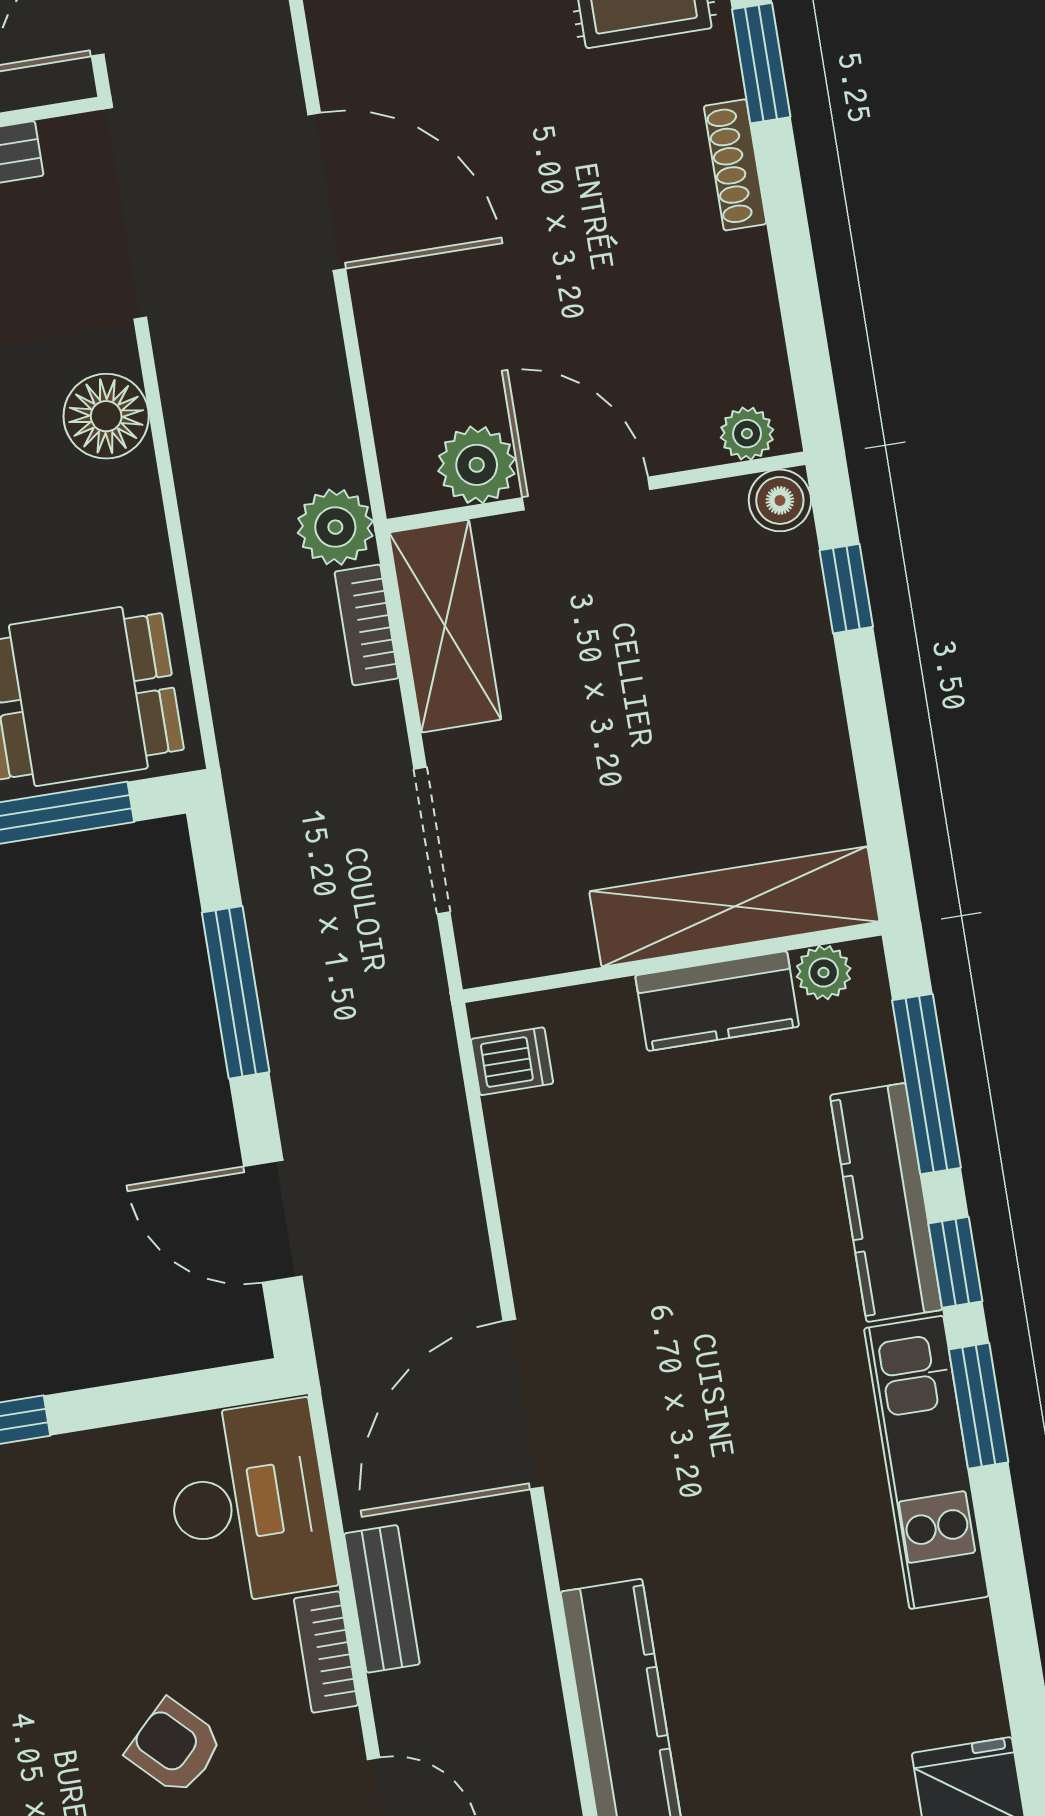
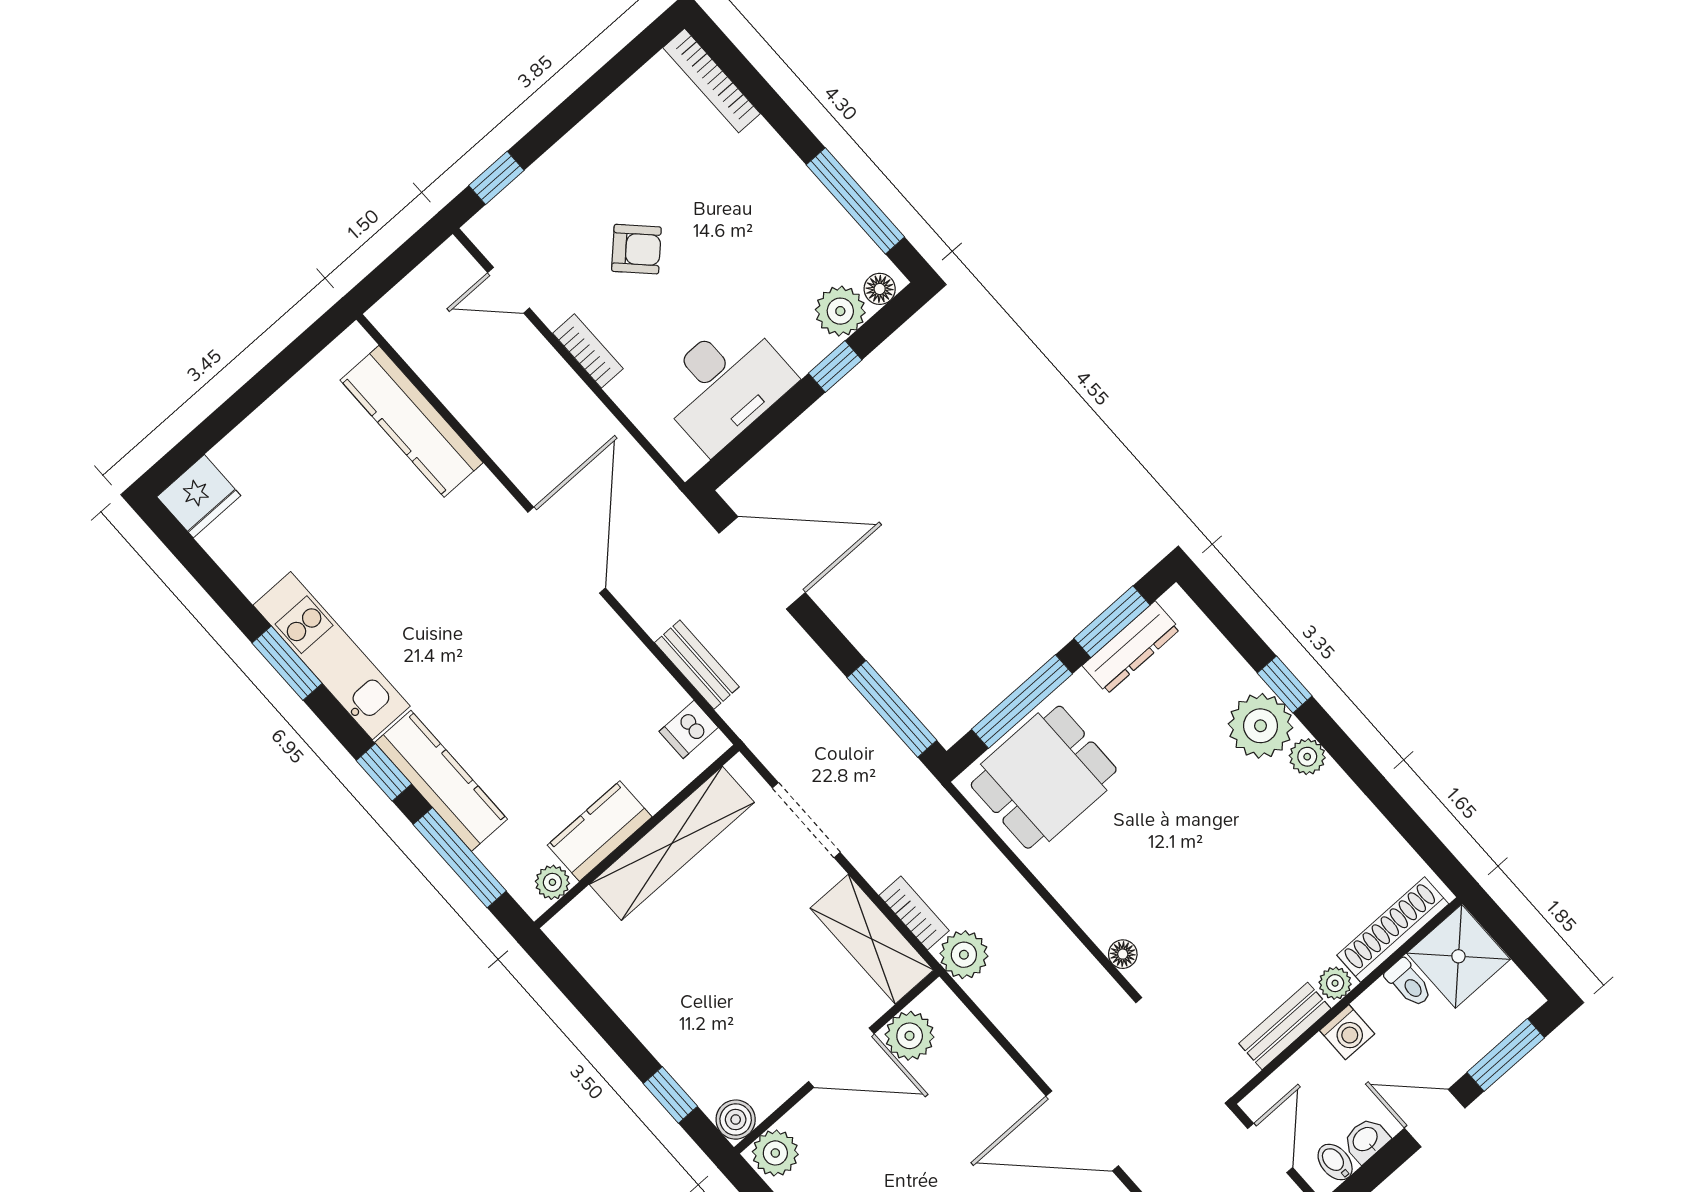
floor lamp: (106, 416) -> (1123, 954), width x0.53, depth x0.53
plant: (747, 434) -> (775, 1153), width x1.38, depth x1.38
shelving: (734, 907) -> (672, 843), moved
window: (236, 992) -> (892, 709), moved
door: (273, 1221) -> (762, 563), width x1.36
window: (979, 1406) -> (287, 663), moved
desk: (249, 1503) -> (724, 384), moved, turned -90
bench: (382, 1599) -> (697, 665), moved

